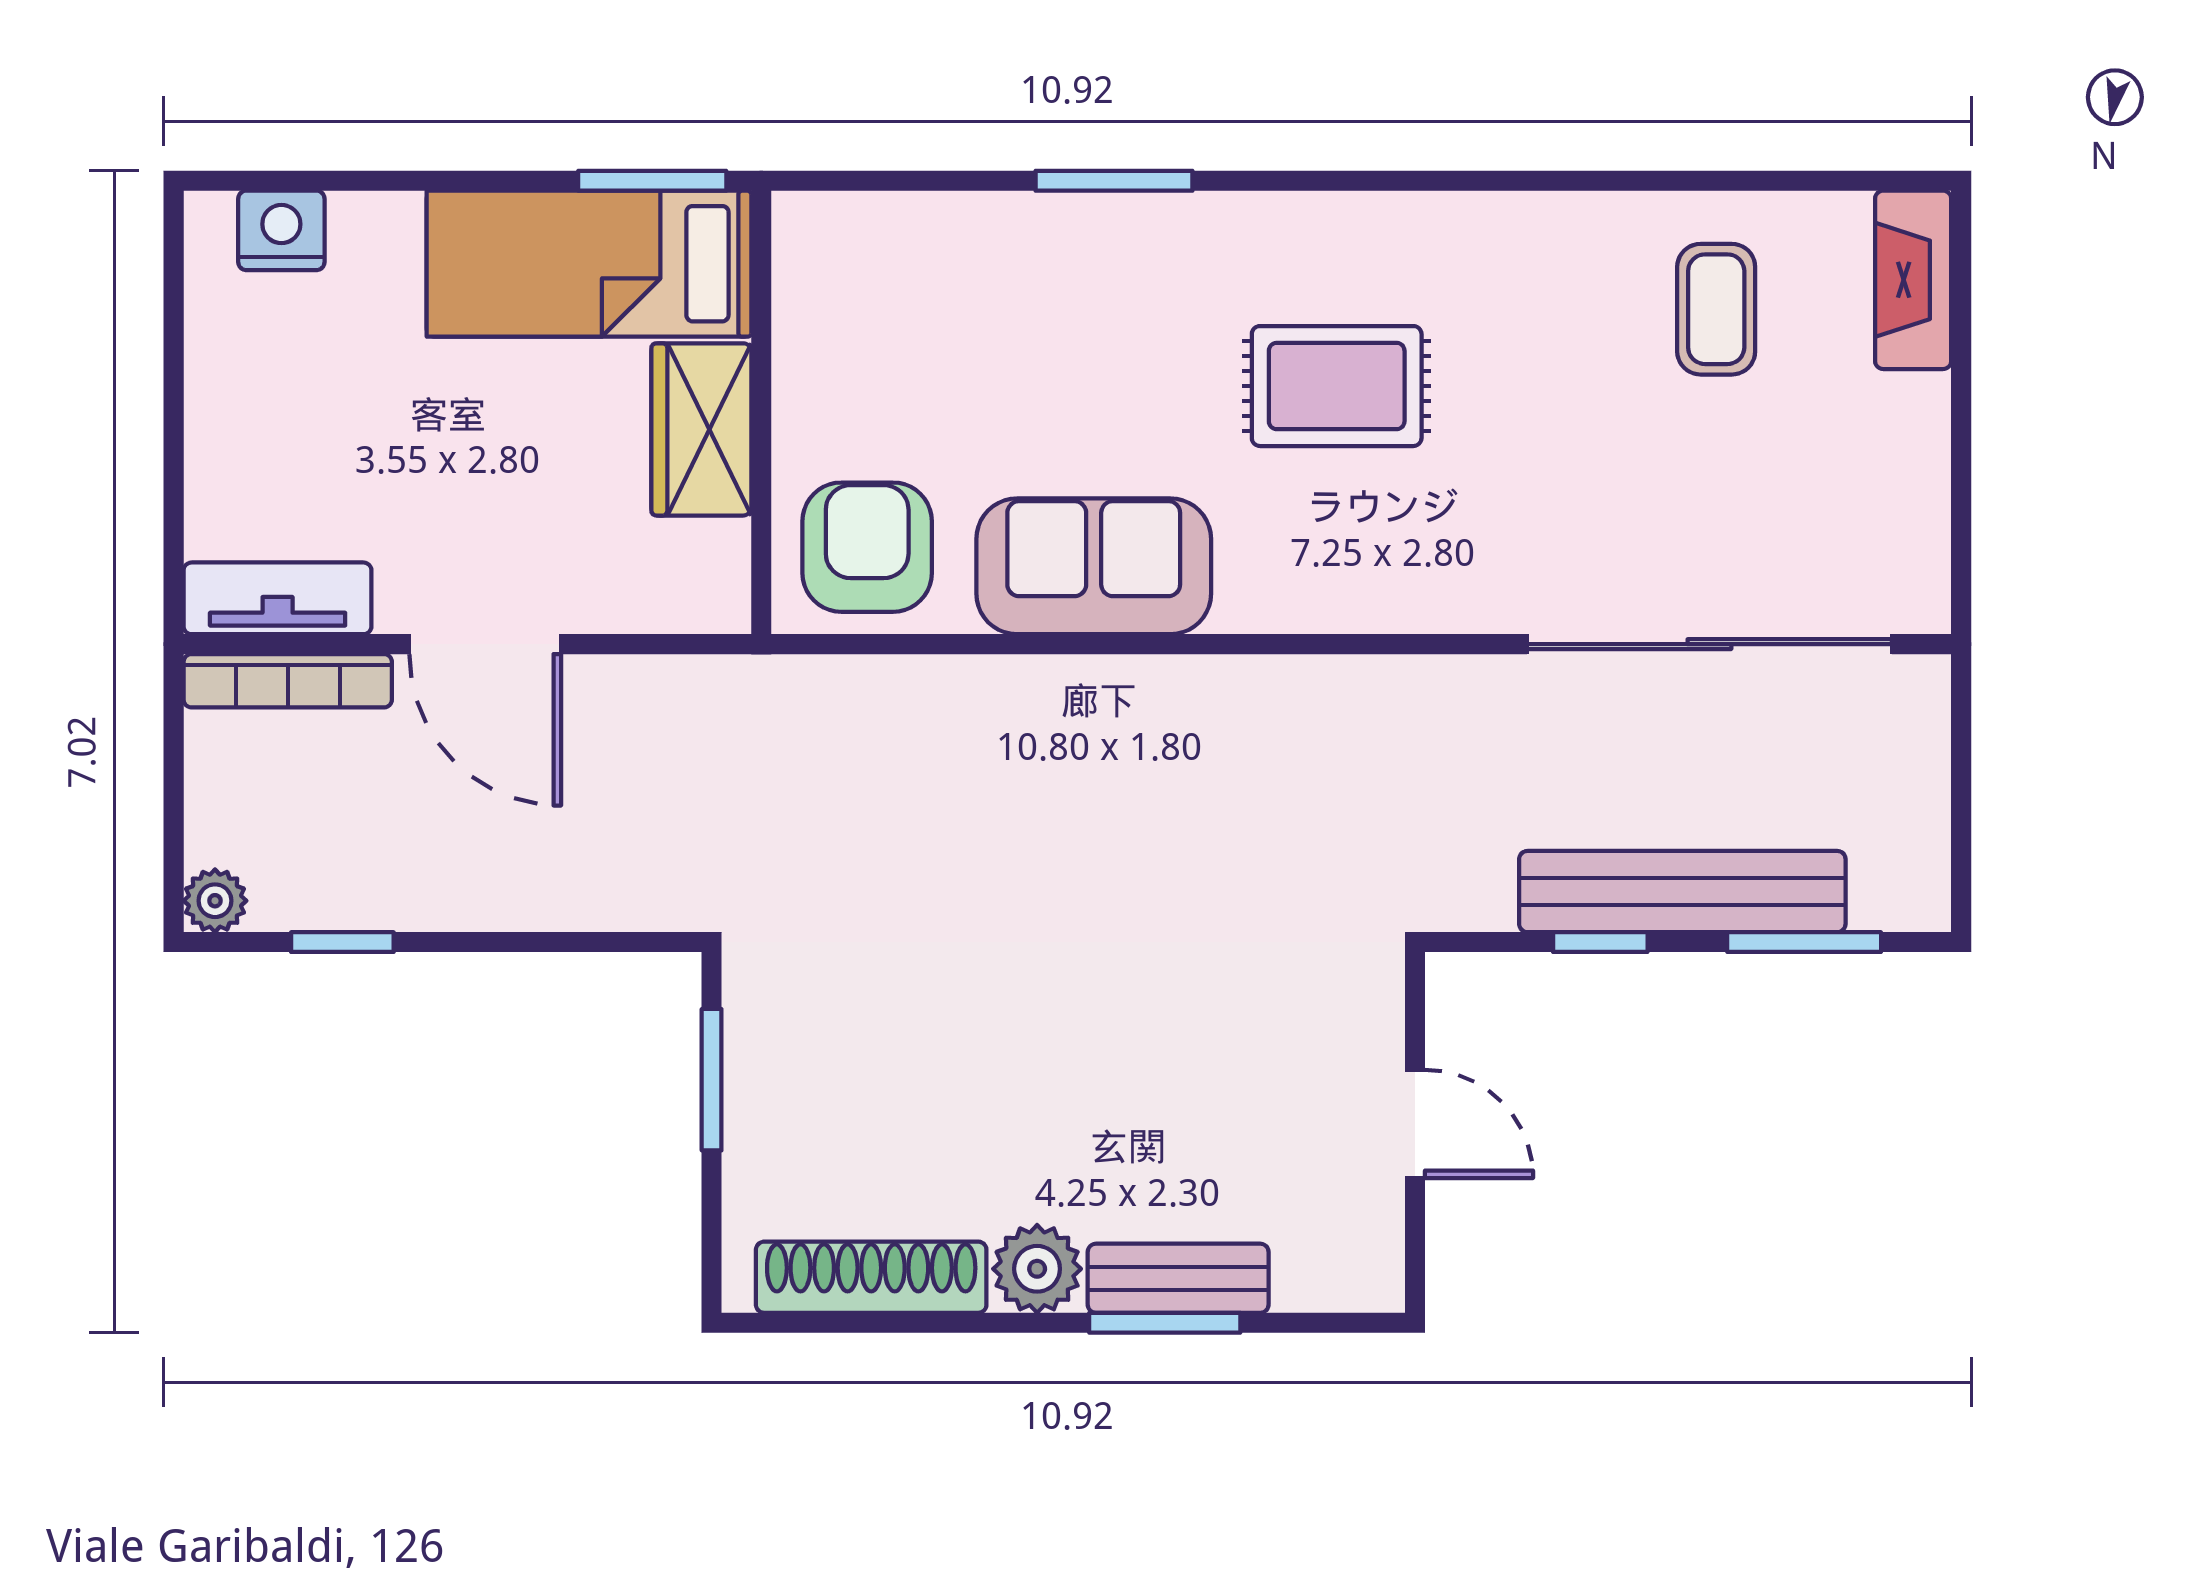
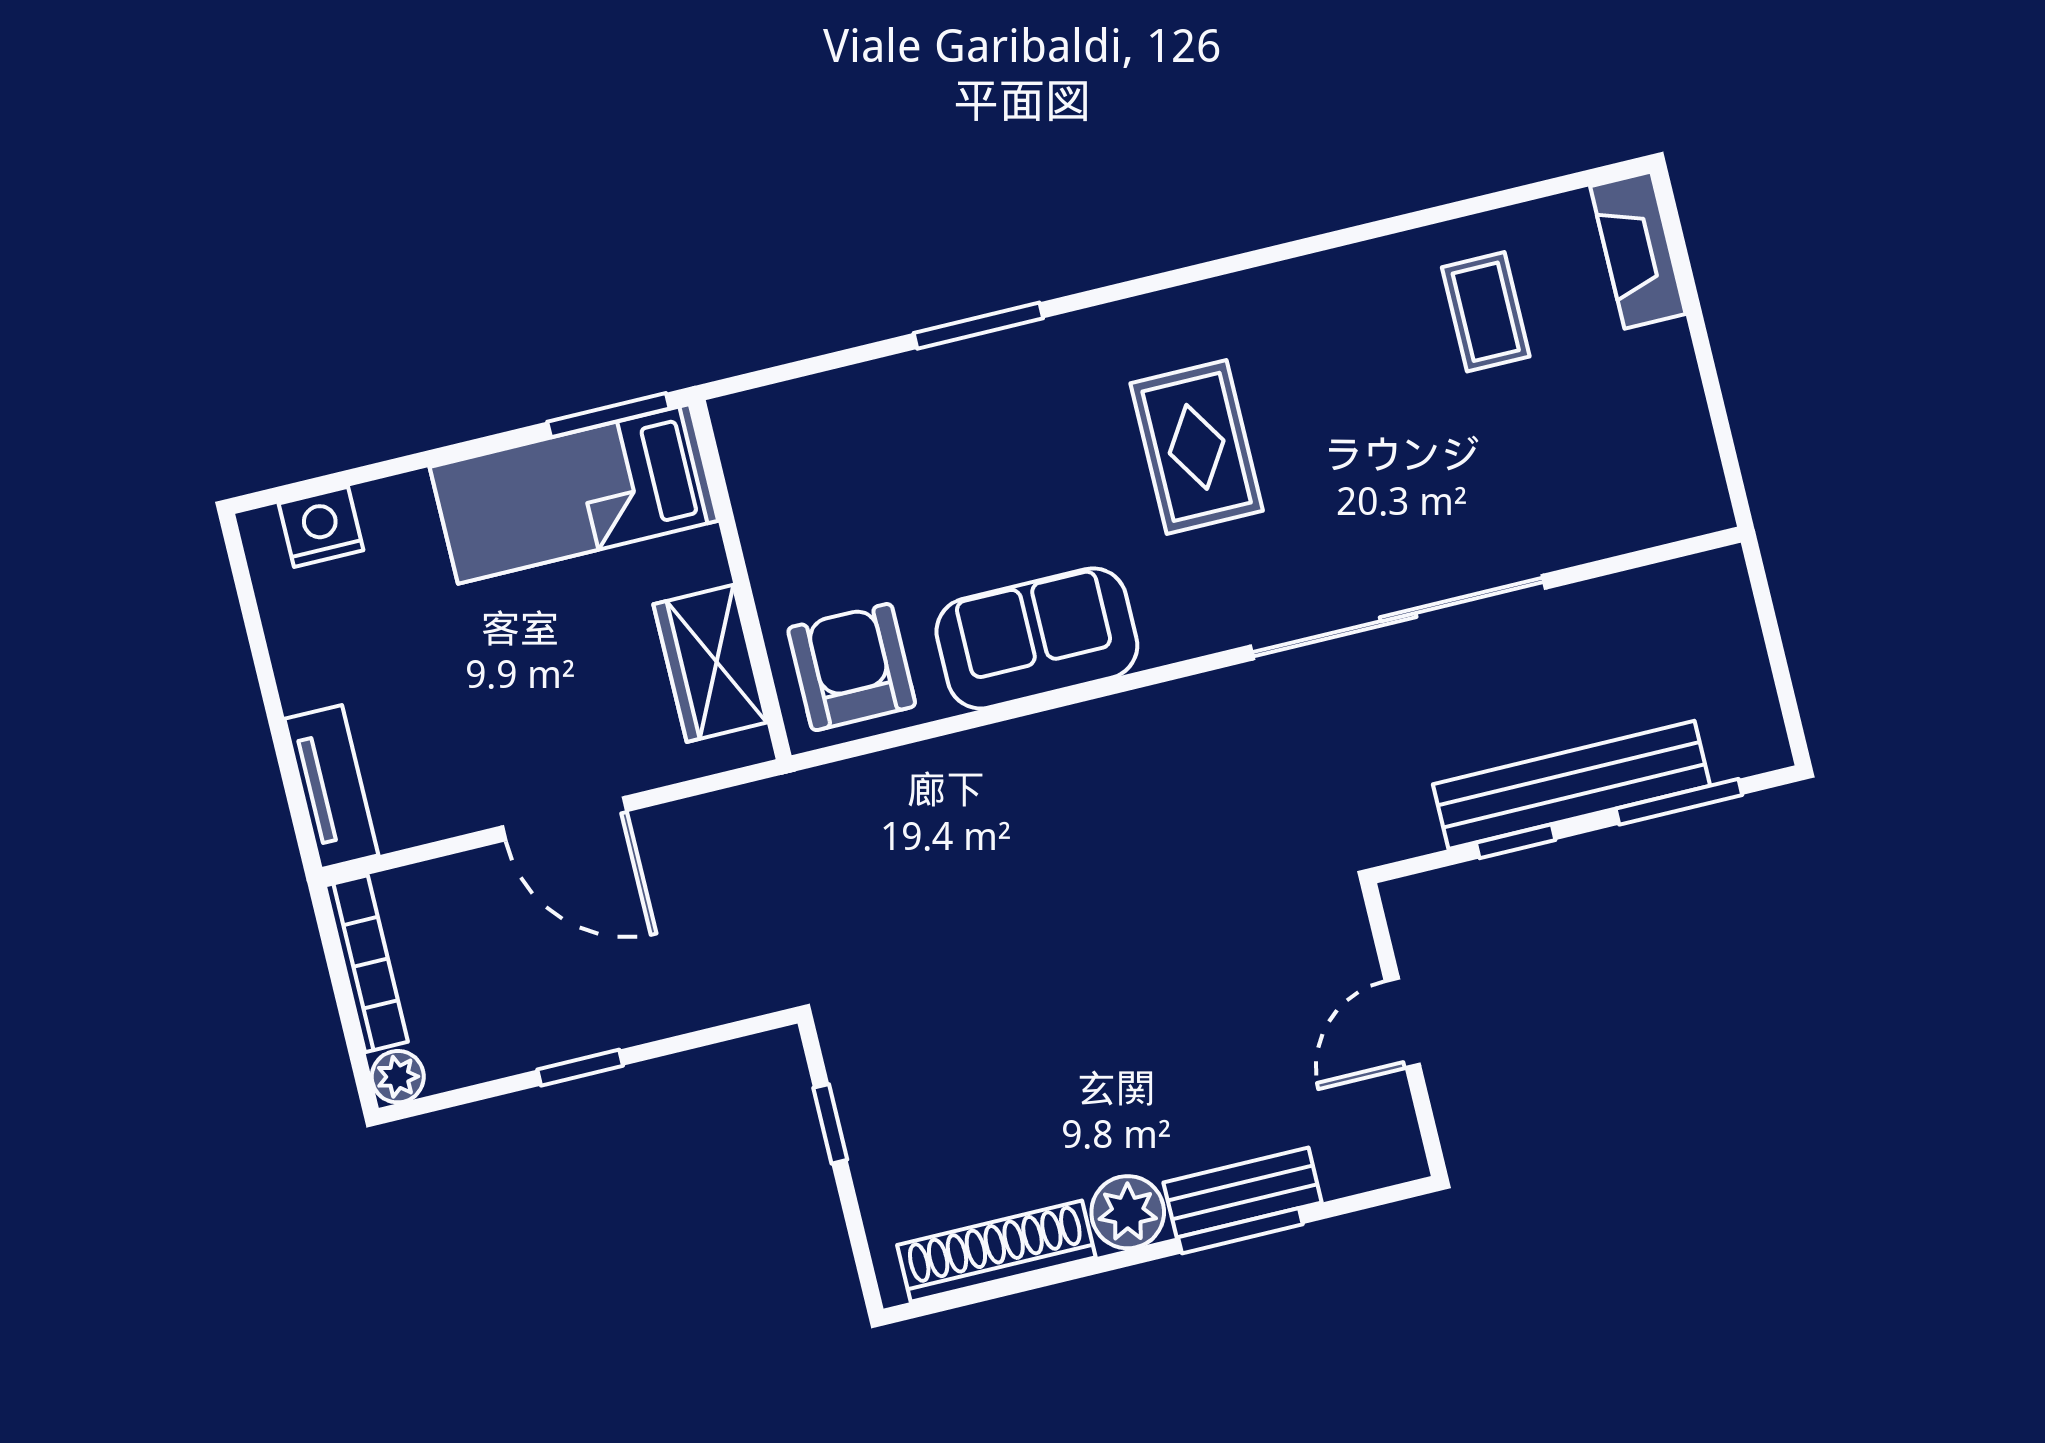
rug: (1337, 386) -> (1197, 447), turned 90
wardrobe: (701, 429) -> (710, 663), moved
tv unit: (278, 598) -> (331, 787), moved, turned 90
sliding door: (1709, 644) -> (1398, 617), moved
bookcase: (288, 681) -> (366, 964), moved, turned -90
window: (342, 942) -> (580, 1068), moved
window: (712, 1080) -> (830, 1124), width x0.67
door: (1415, 1124) -> (1402, 1023), swing flipped

